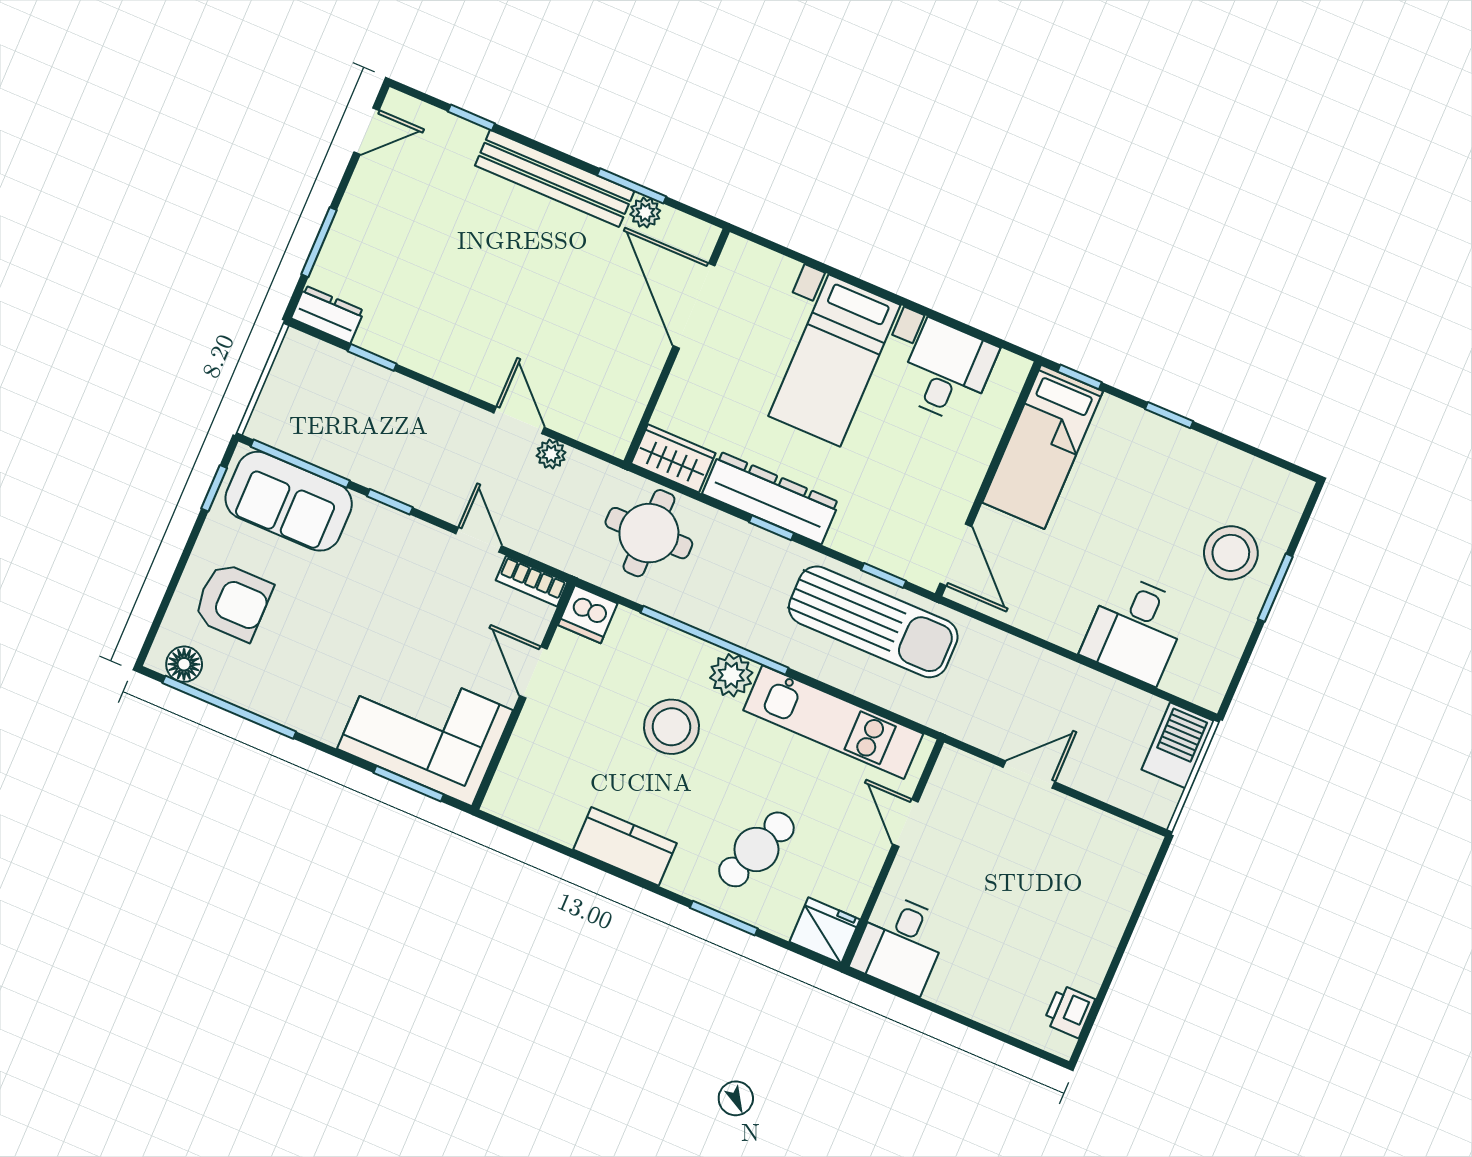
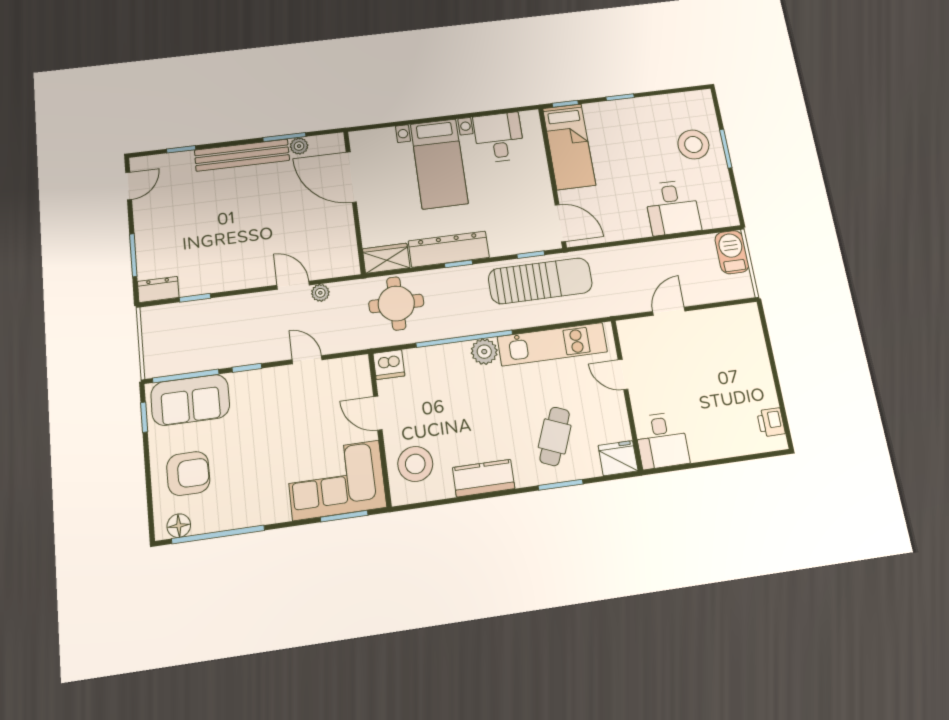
bookcase: (532, 581) -> (348, 365), removed
stool: (671, 727) -> (415, 464), moved

